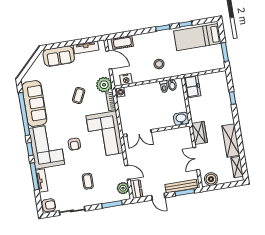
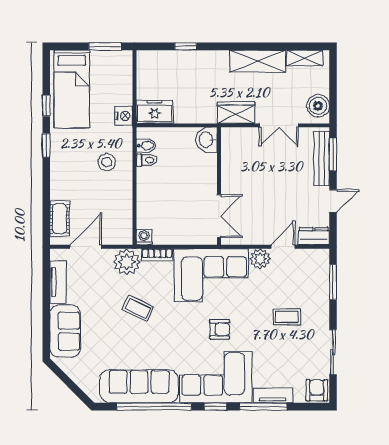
nightstand: (126, 79) -> (124, 116), moved
plant: (123, 188) -> (260, 259), moved

